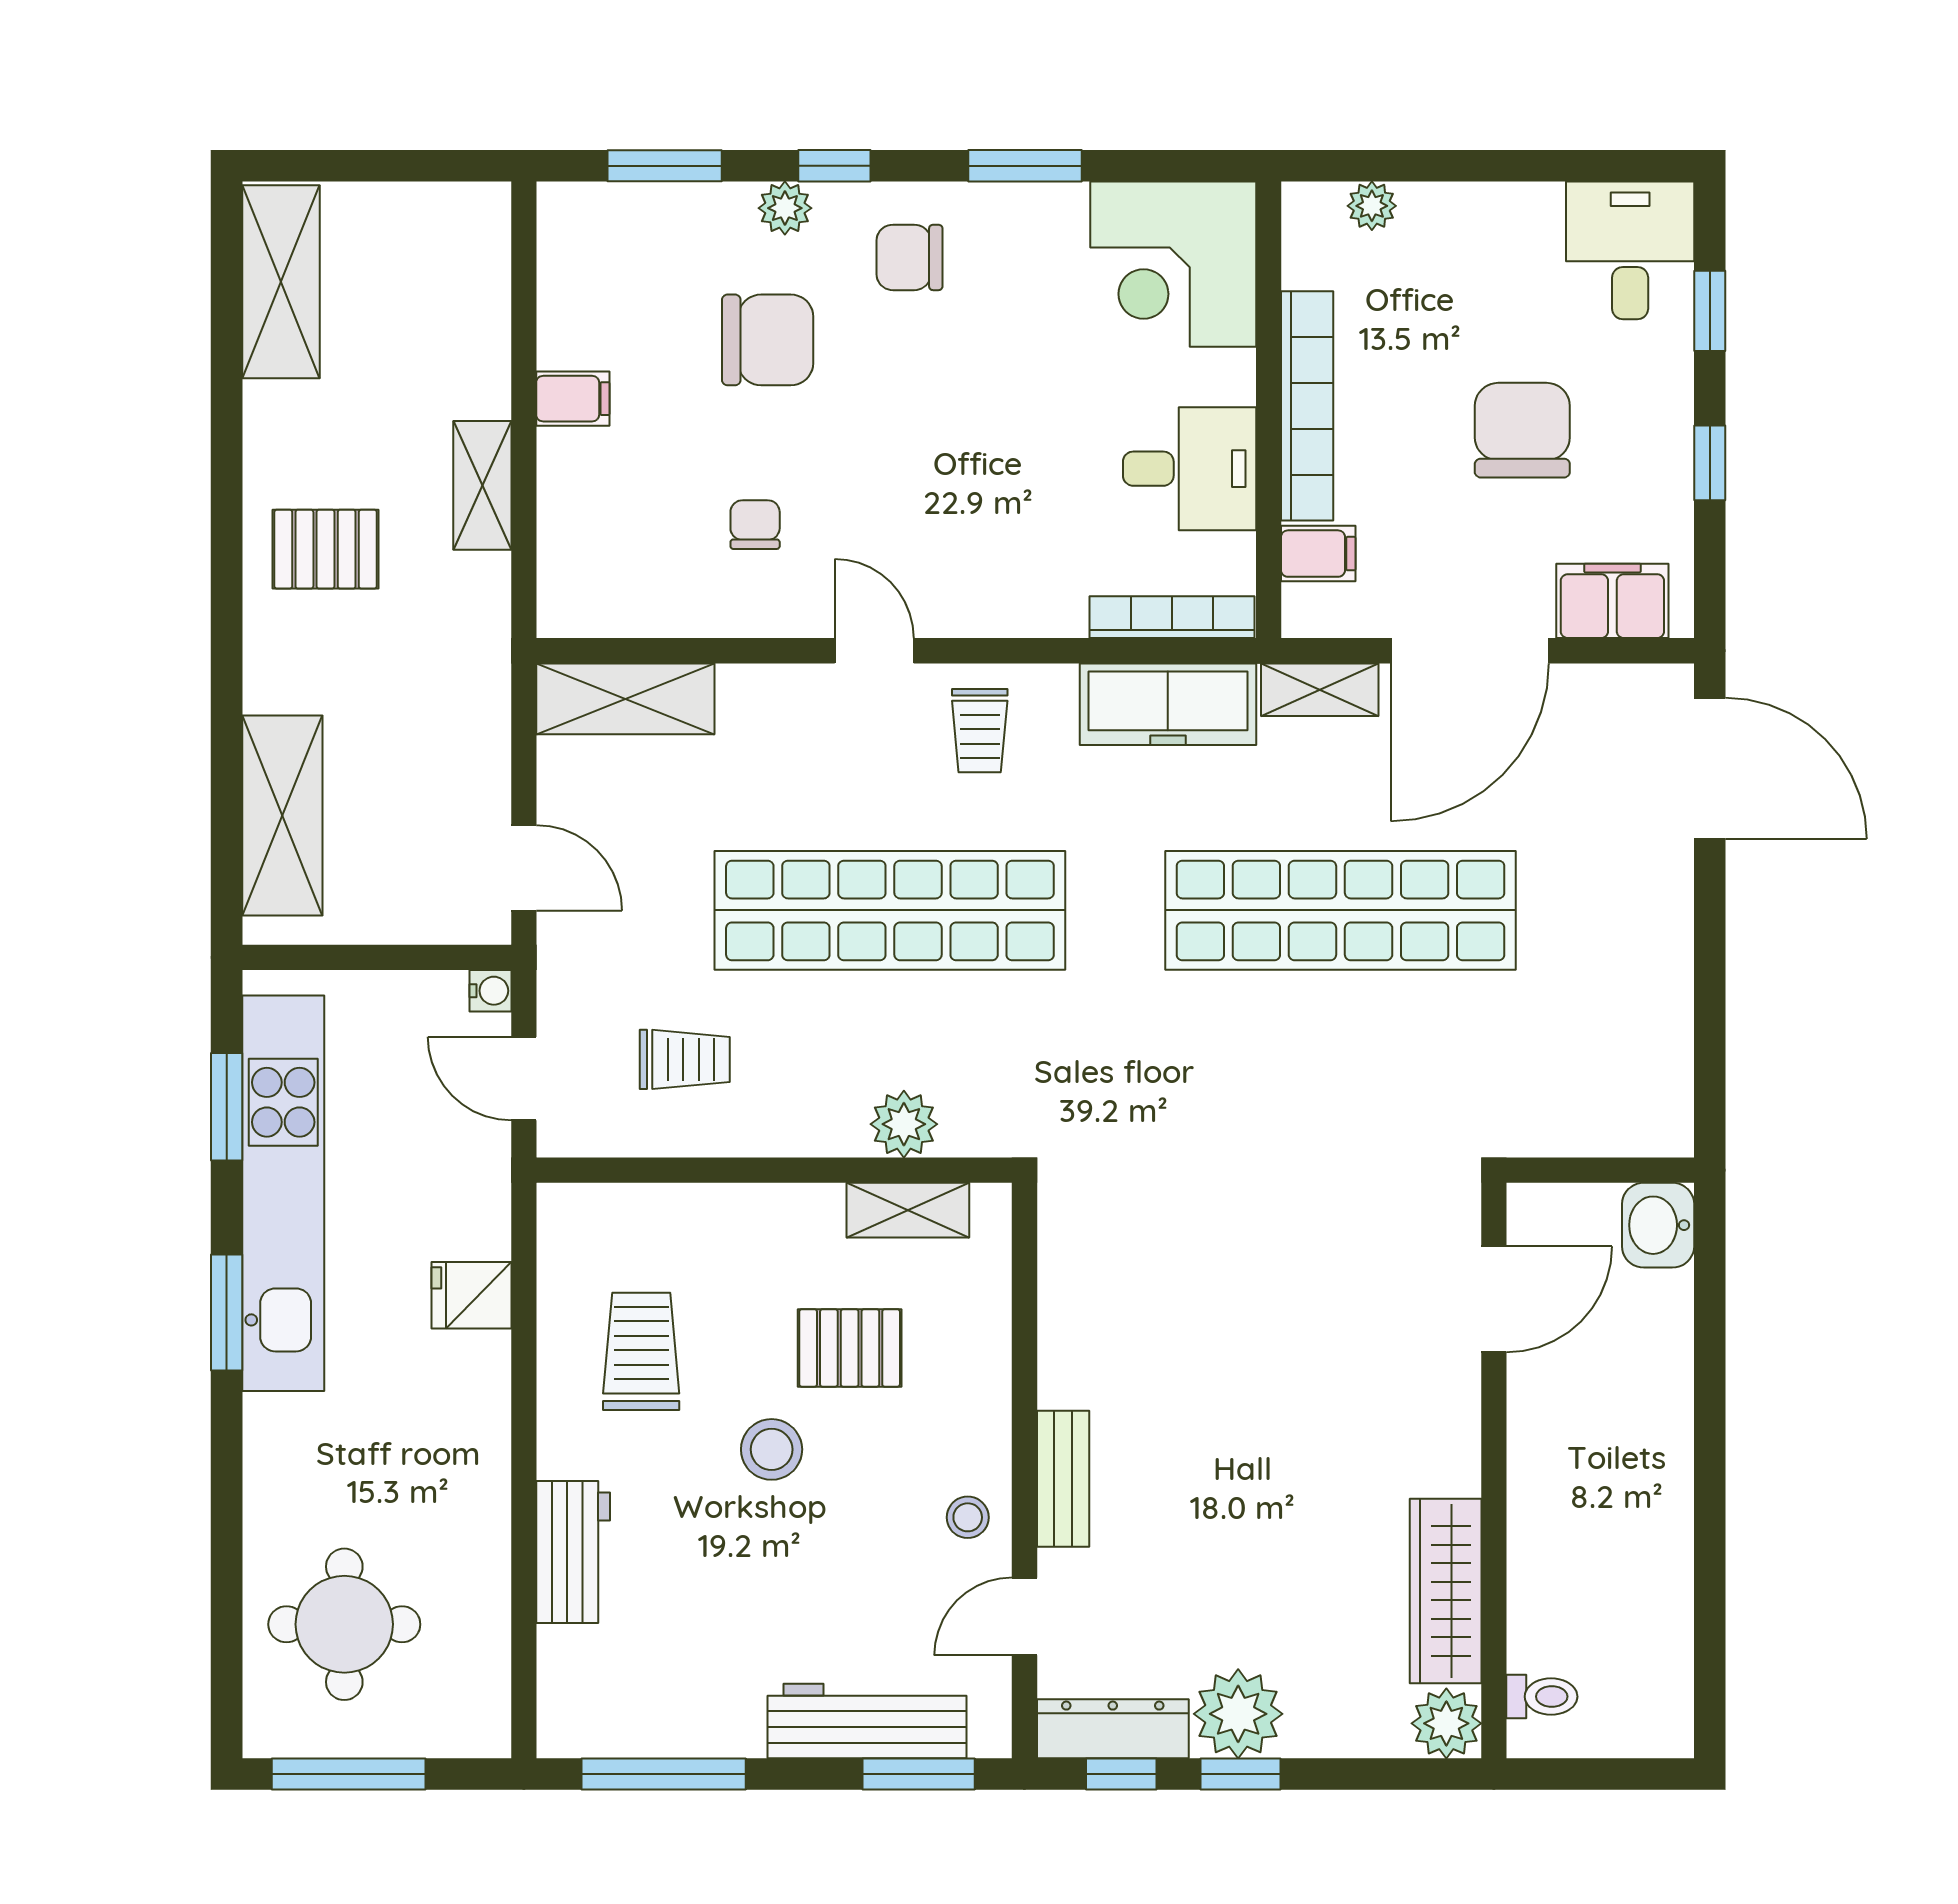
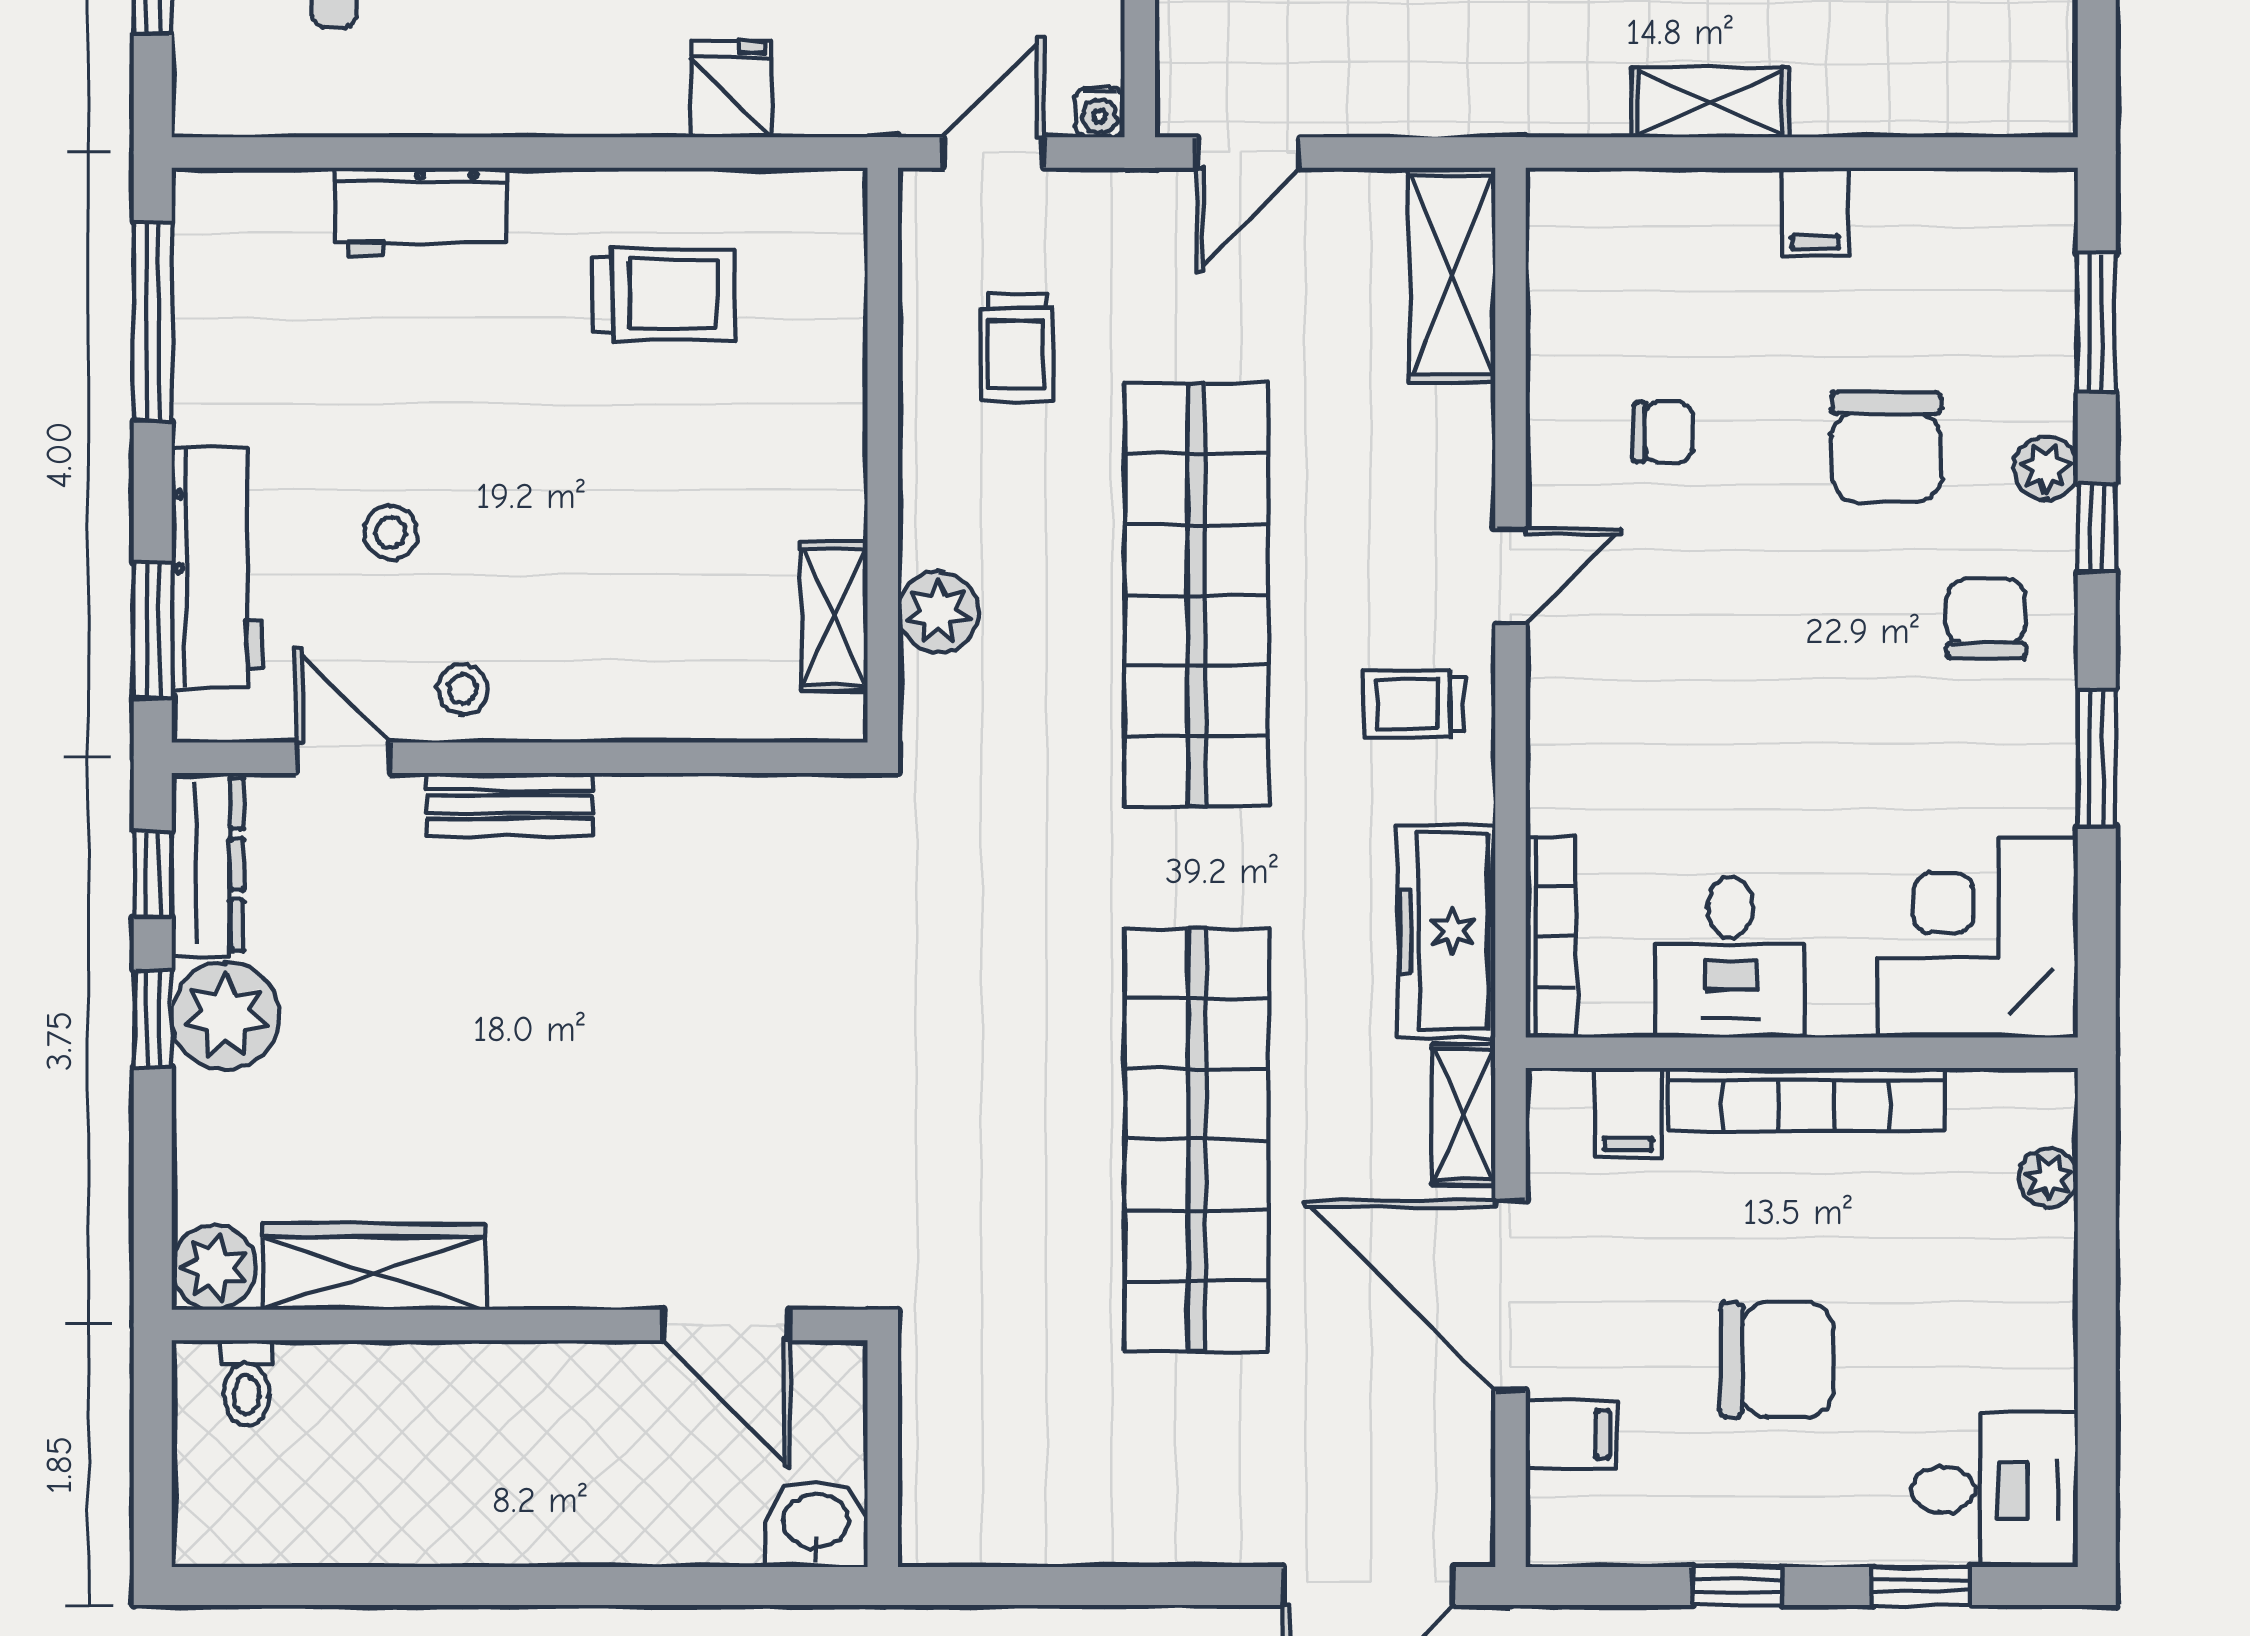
filing cabinet: (1612, 601) -> (1571, 1435), width x0.50
pallet: (850, 1348) -> (668, 546), removed
stool: (772, 1449) -> (390, 533), moved, width x0.73, depth x0.73

